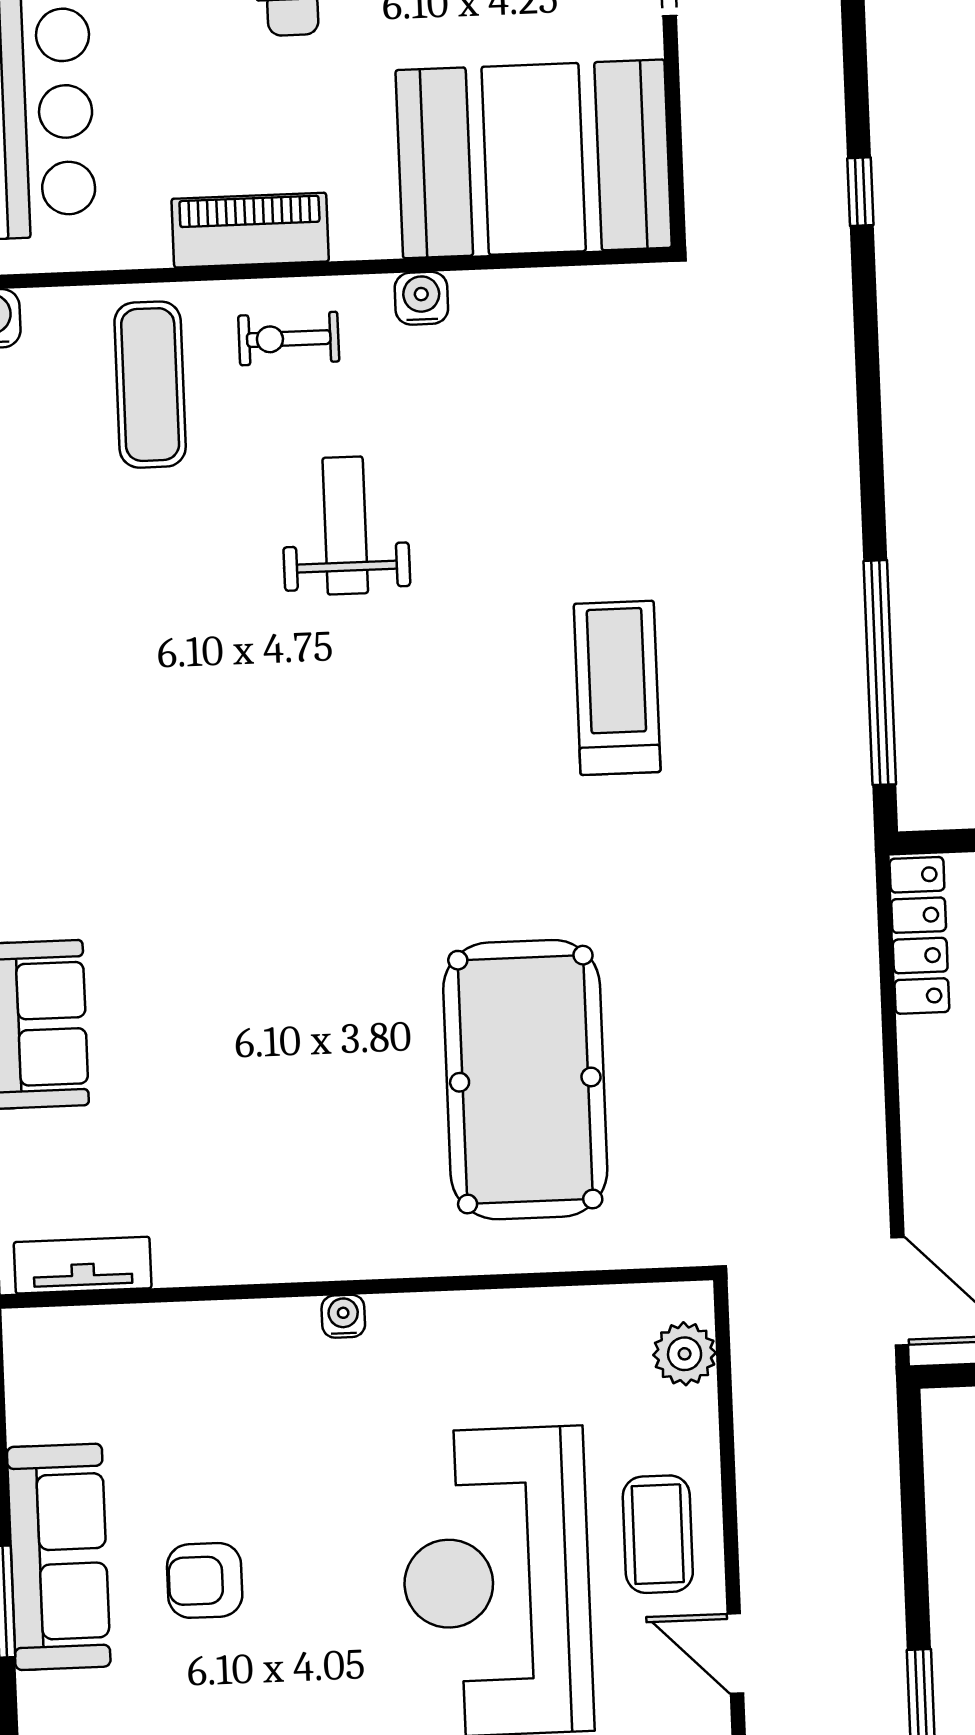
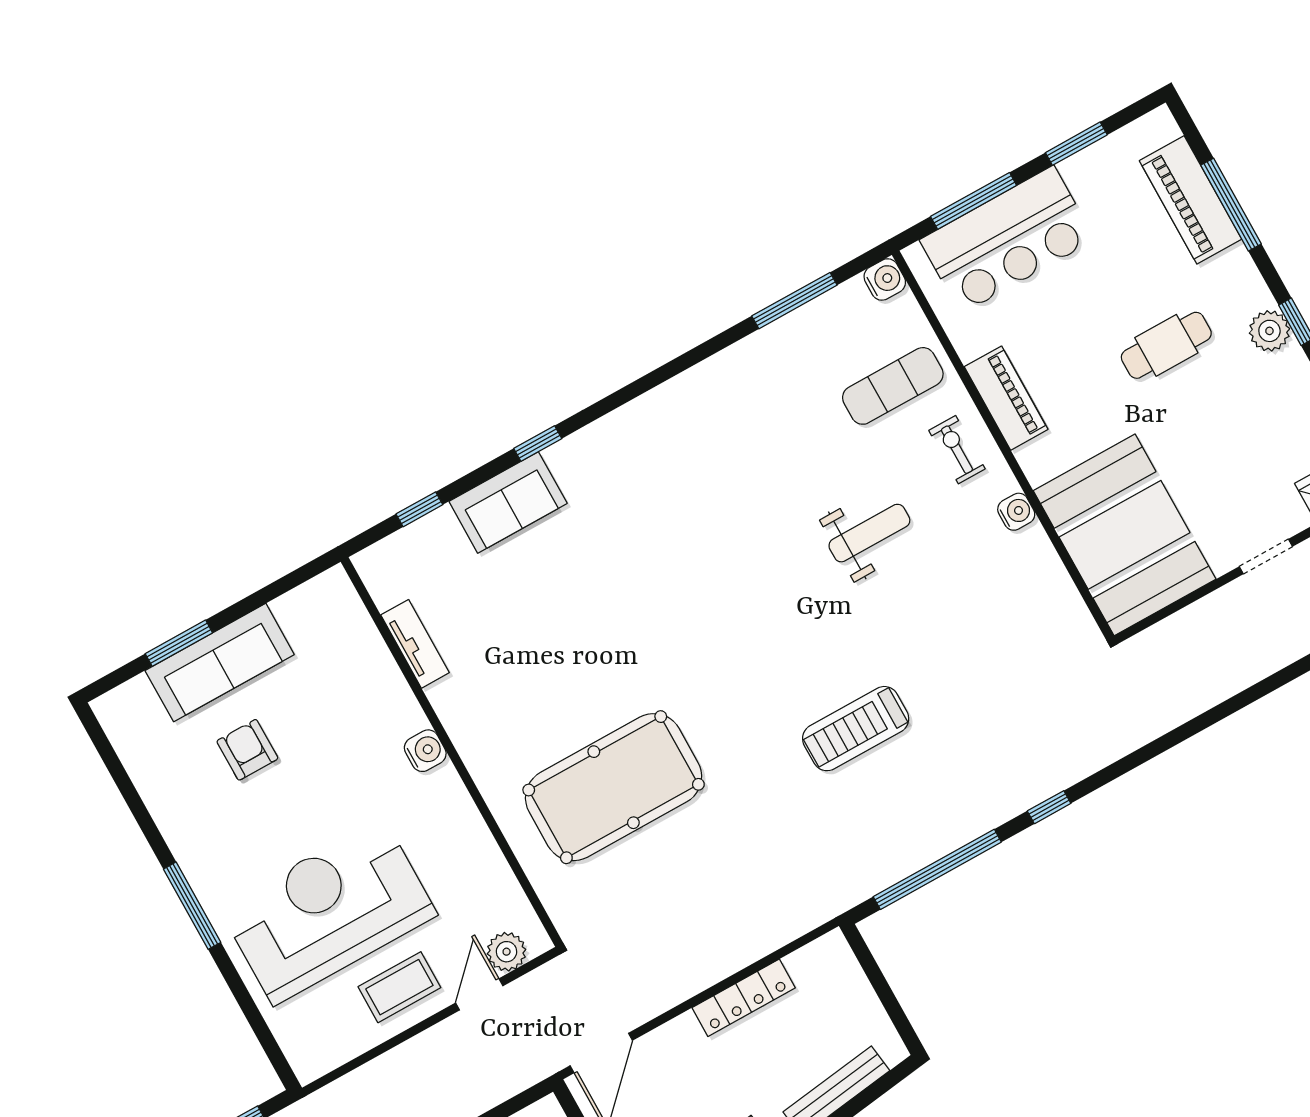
window: (860, 192) -> (1049, 807), moved
treadmill: (617, 688) -> (856, 729), turned 180
locker: (919, 935) -> (744, 998), moved
tv unit: (83, 1265) -> (415, 644), moved
water cooler: (343, 1316) -> (425, 751), width x1.38, depth x1.38
door: (735, 1654) -> (479, 994), moved

